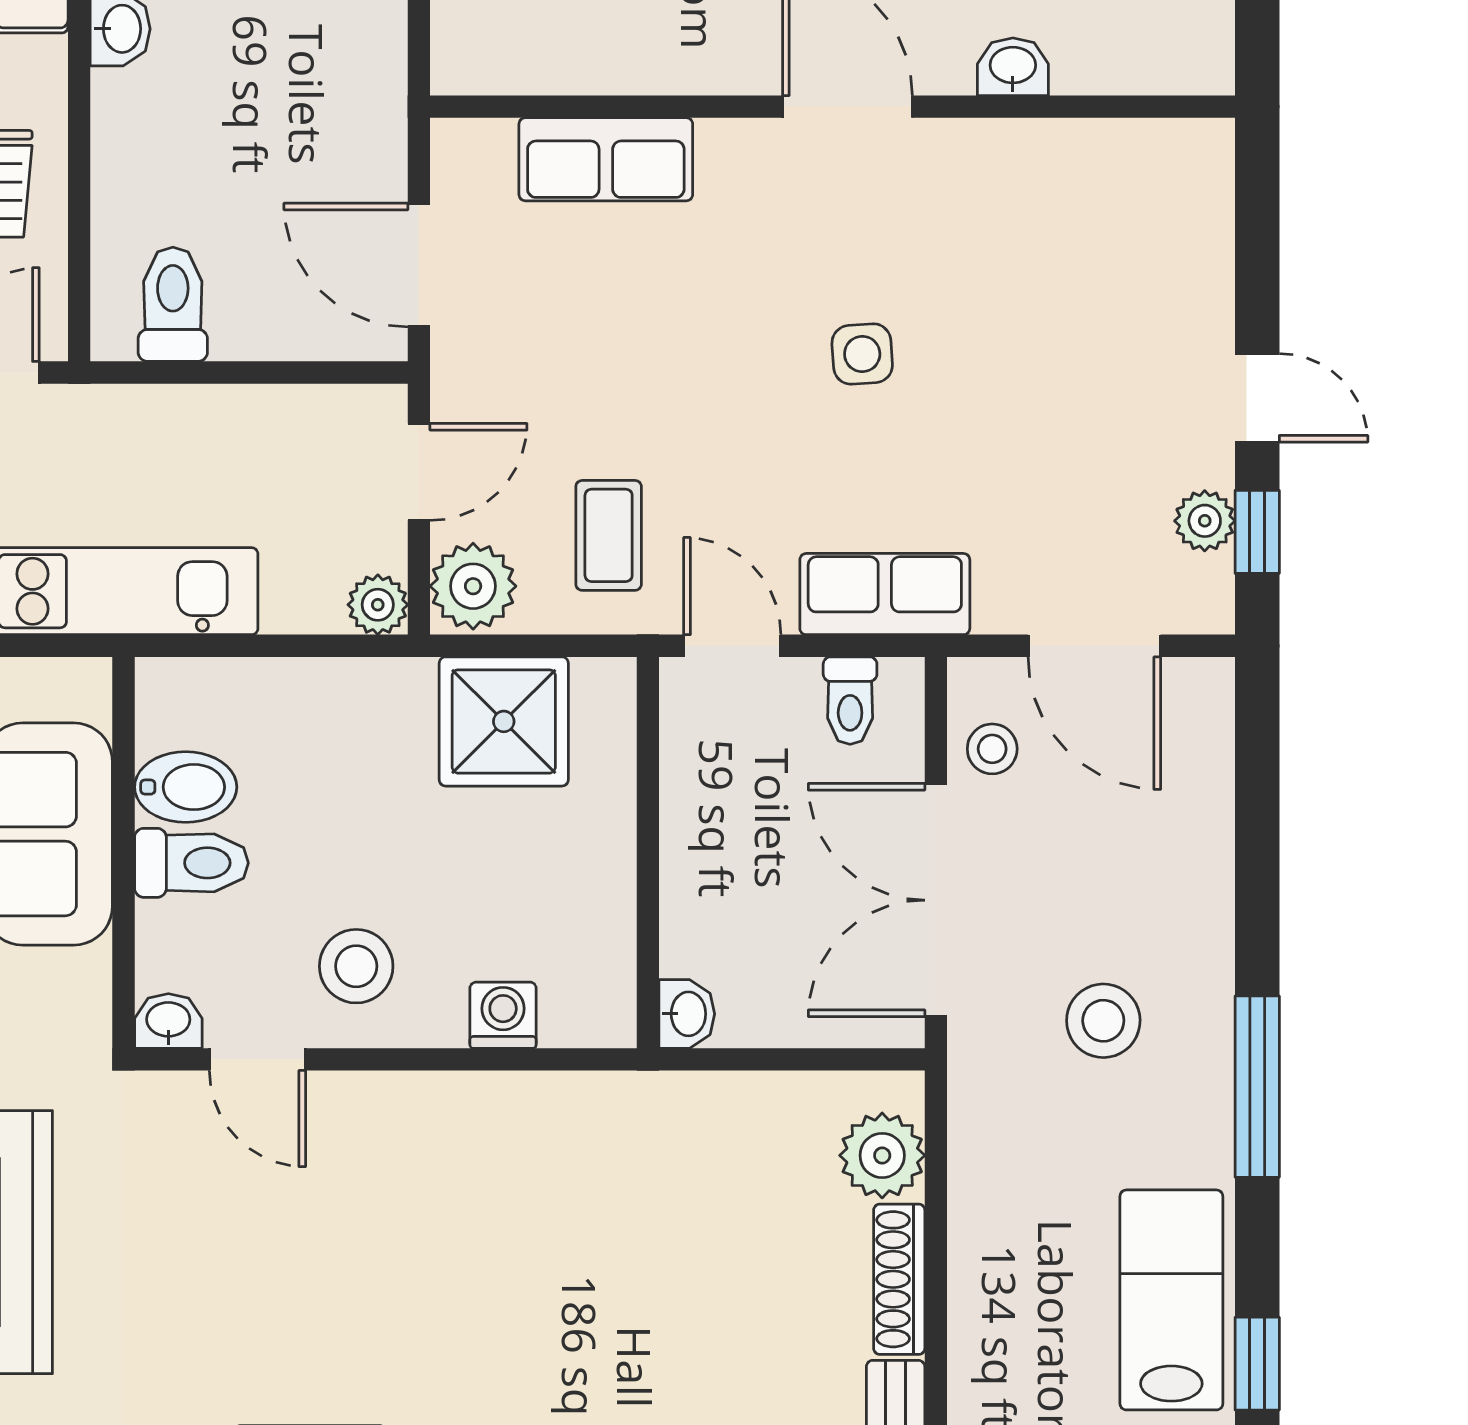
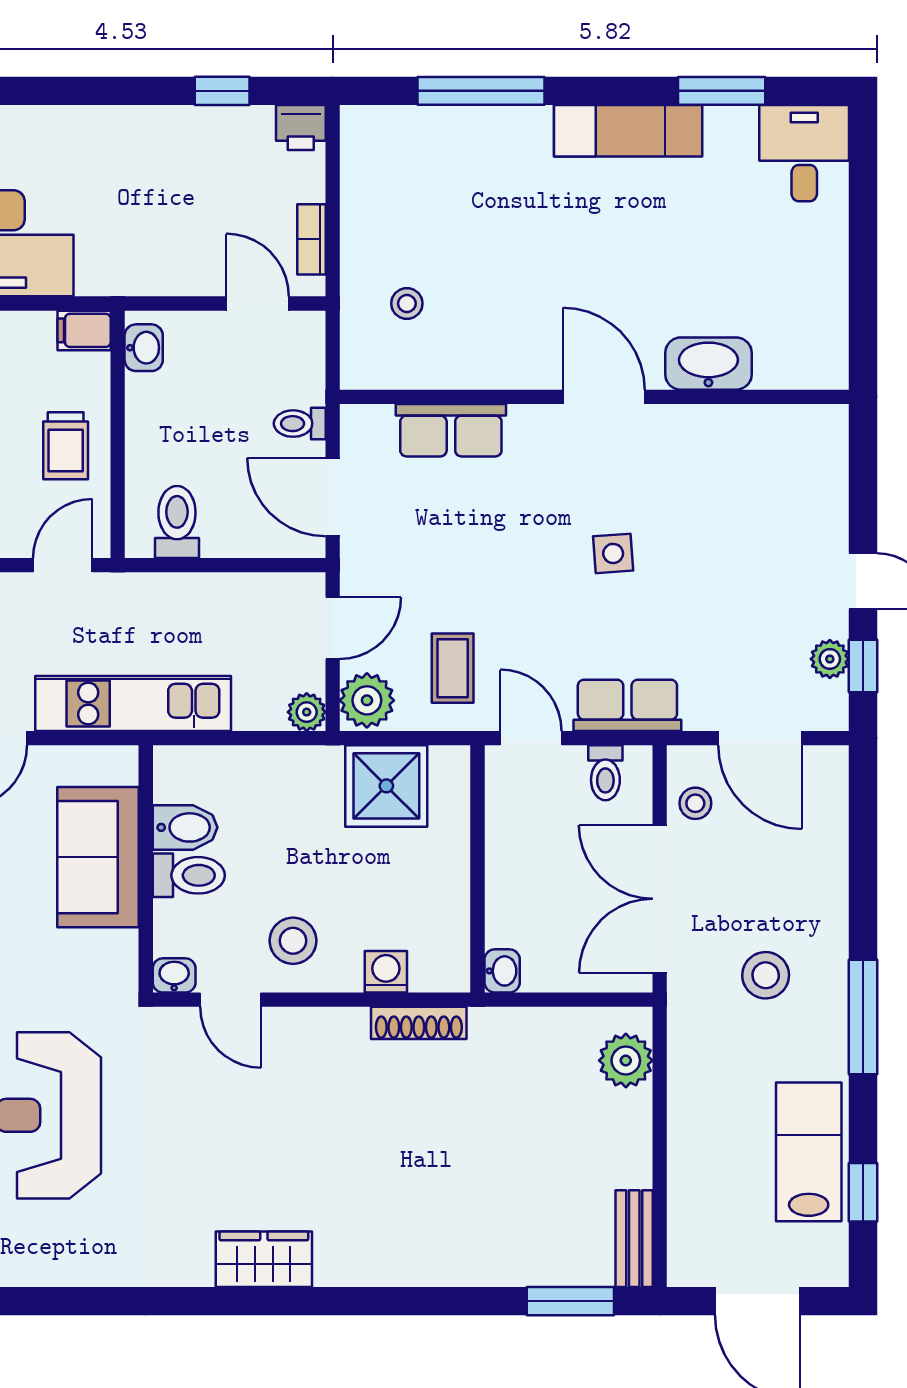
washbasin: (1013, 67) -> (708, 364), width x1.91, depth x1.45
toilet: (367, 149) -> (300, 424), added
shoe rack: (899, 1279) -> (419, 1023), moved, turned -90

